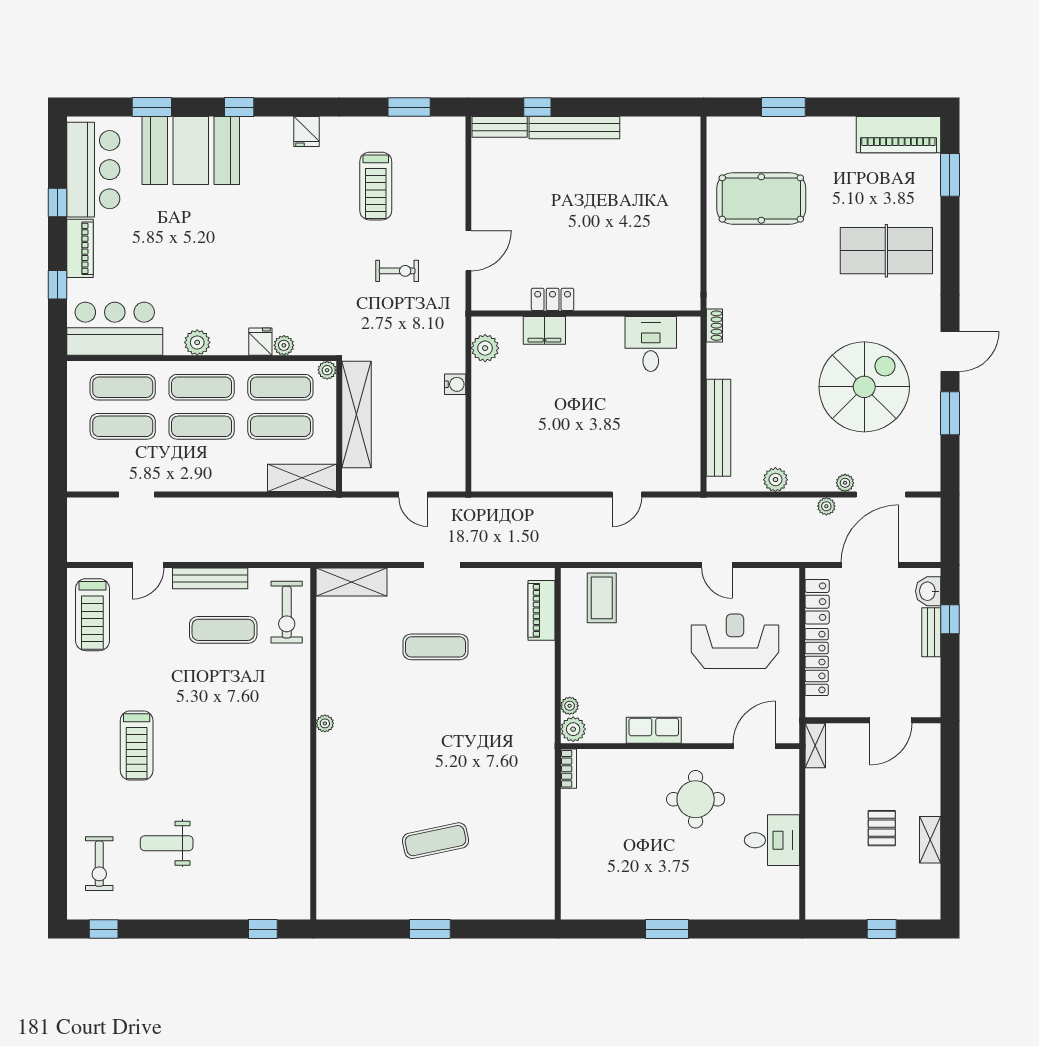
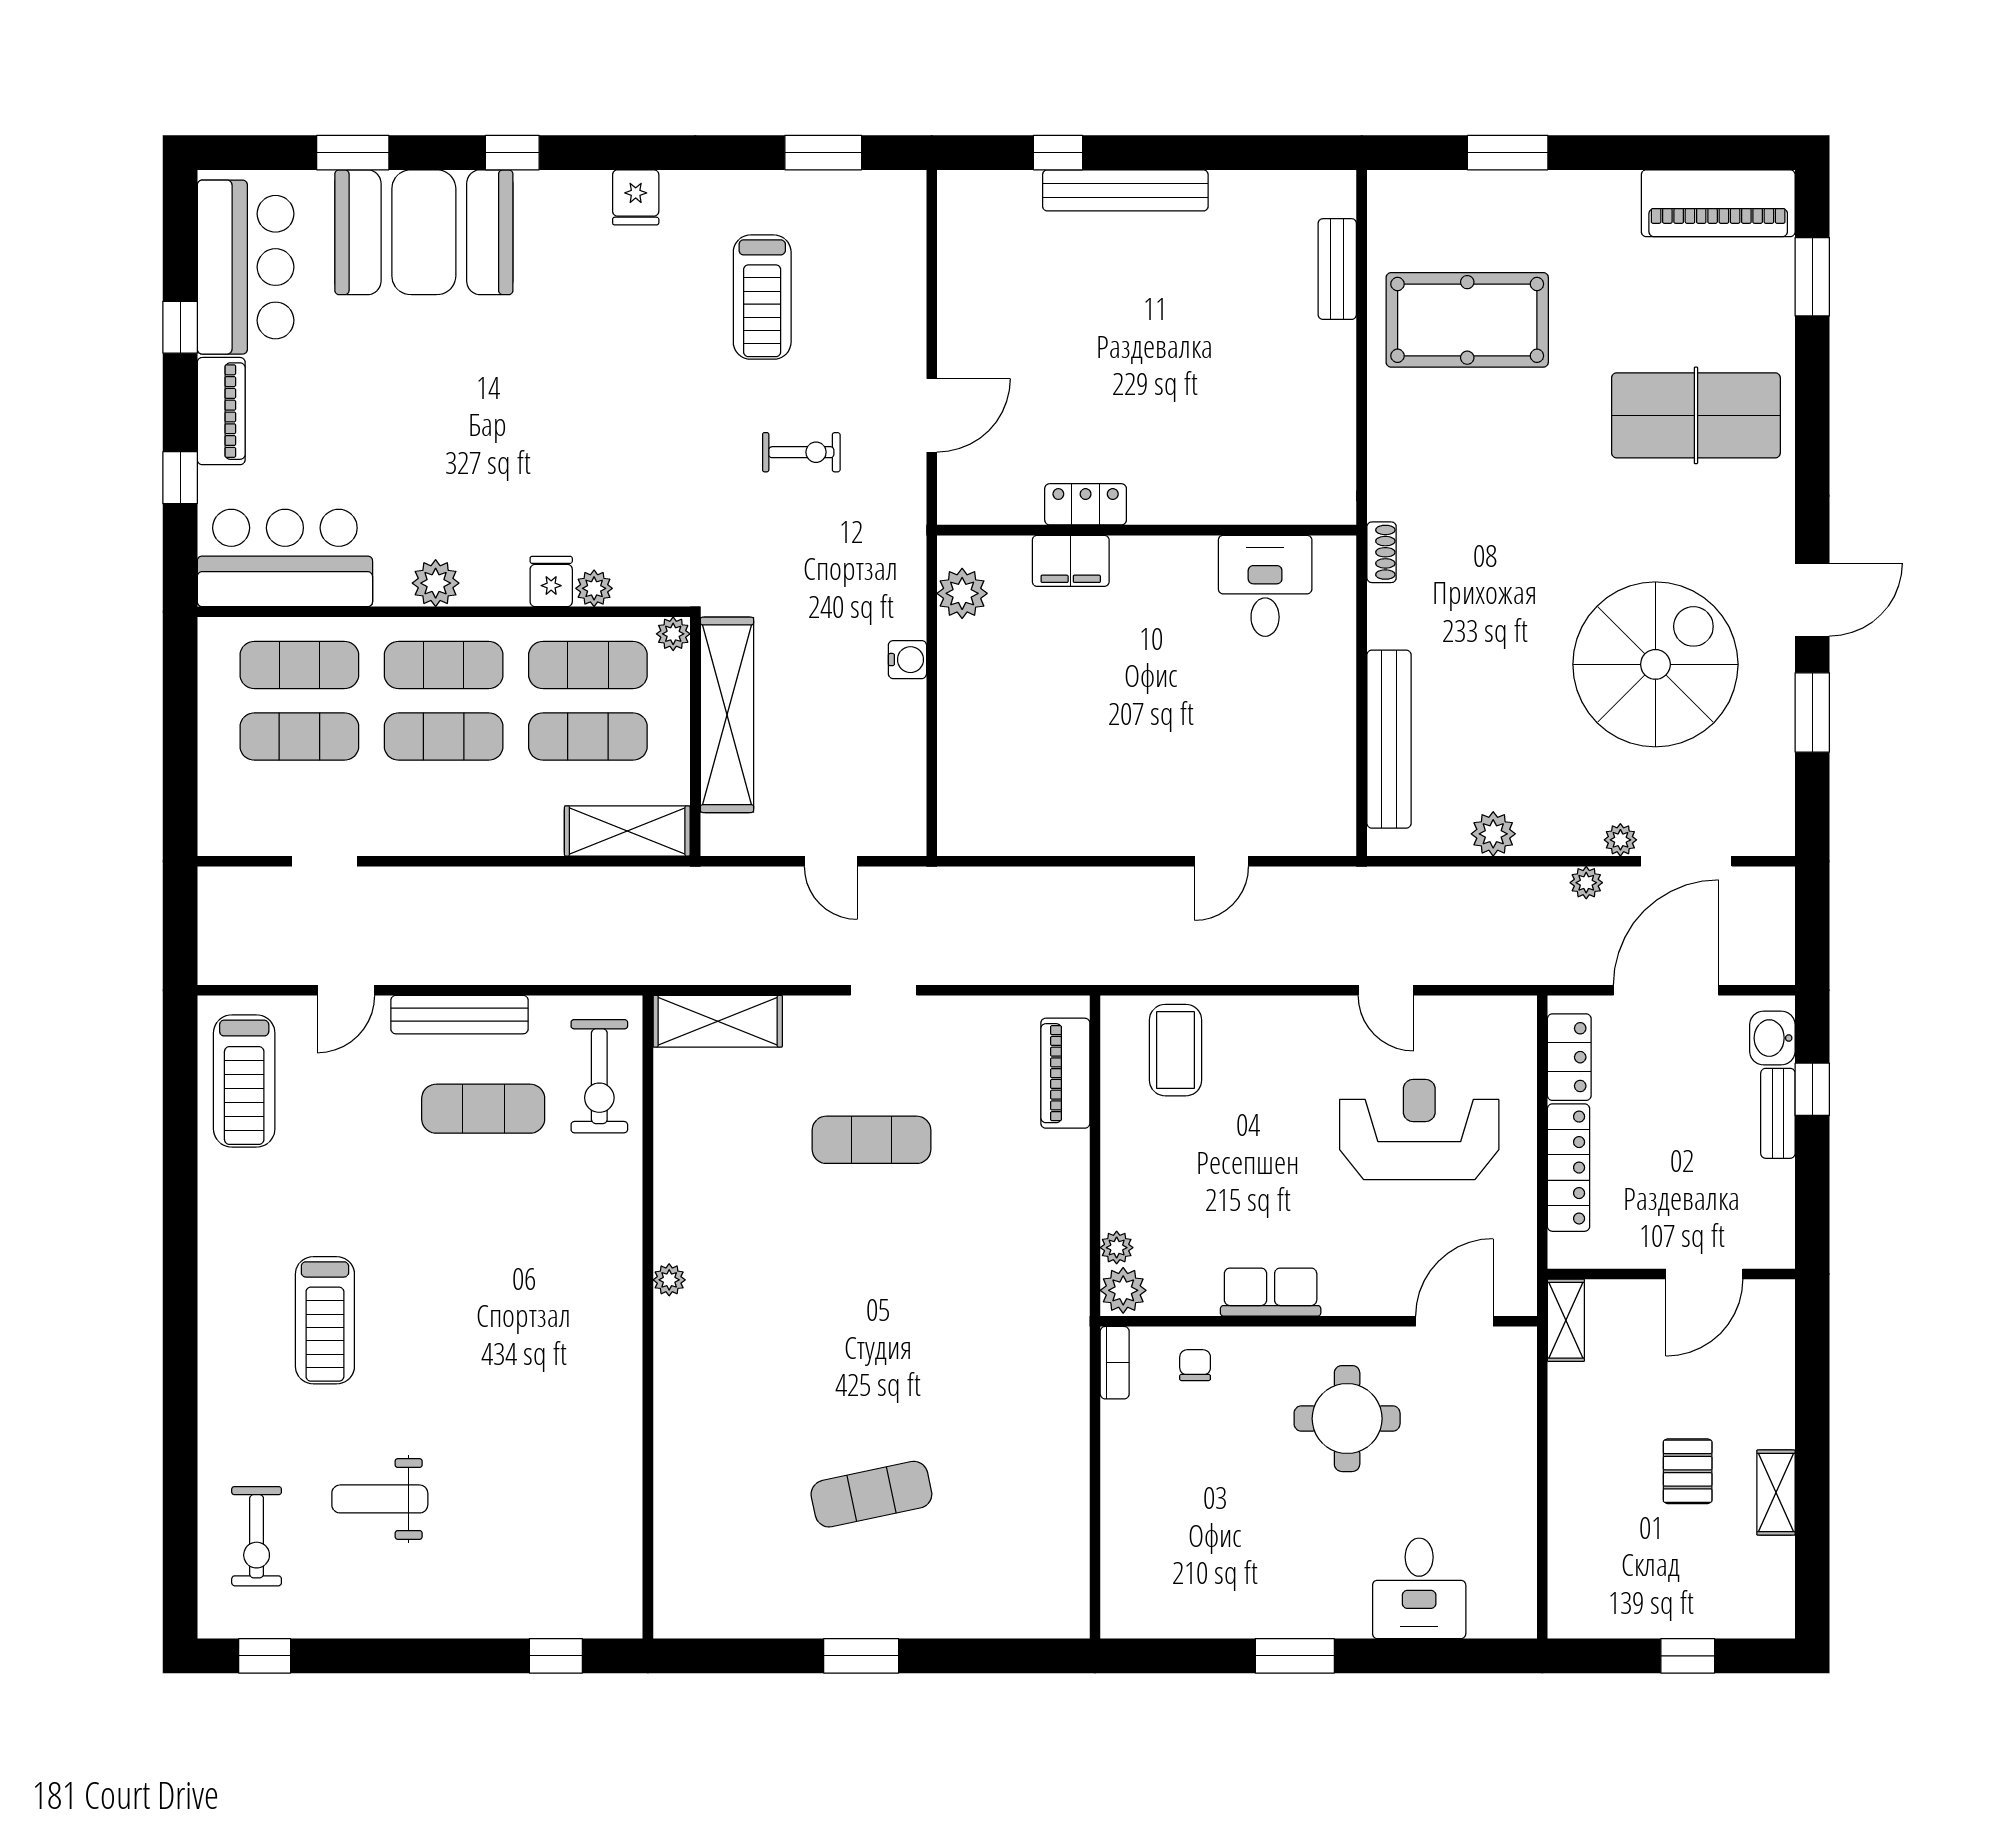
bench: (500, 127) -> (1337, 269), moved, turned 90
chair: (612, 770) -> (1195, 1365), added
desk: (772, 840) -> (1419, 1588), moved, turned 90

